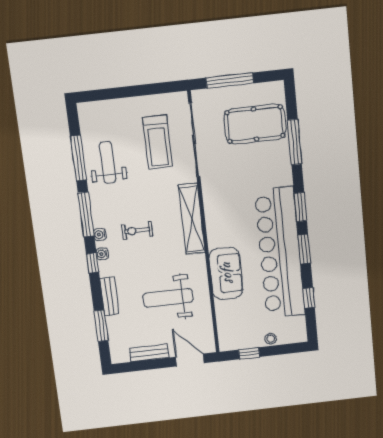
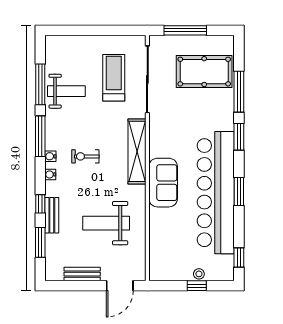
treadmill: (157, 142) -> (114, 78), turned 180
weight bench: (108, 162) -> (66, 91), turned 90
window: (300, 207) -> (239, 137), moved
window: (93, 263) -> (40, 204), moved
sofa: (226, 273) -> (163, 183), moved
window: (309, 298) -> (239, 258), moved
window: (249, 353) -> (197, 286), moved
door: (190, 360) -> (120, 286), swing flipped

